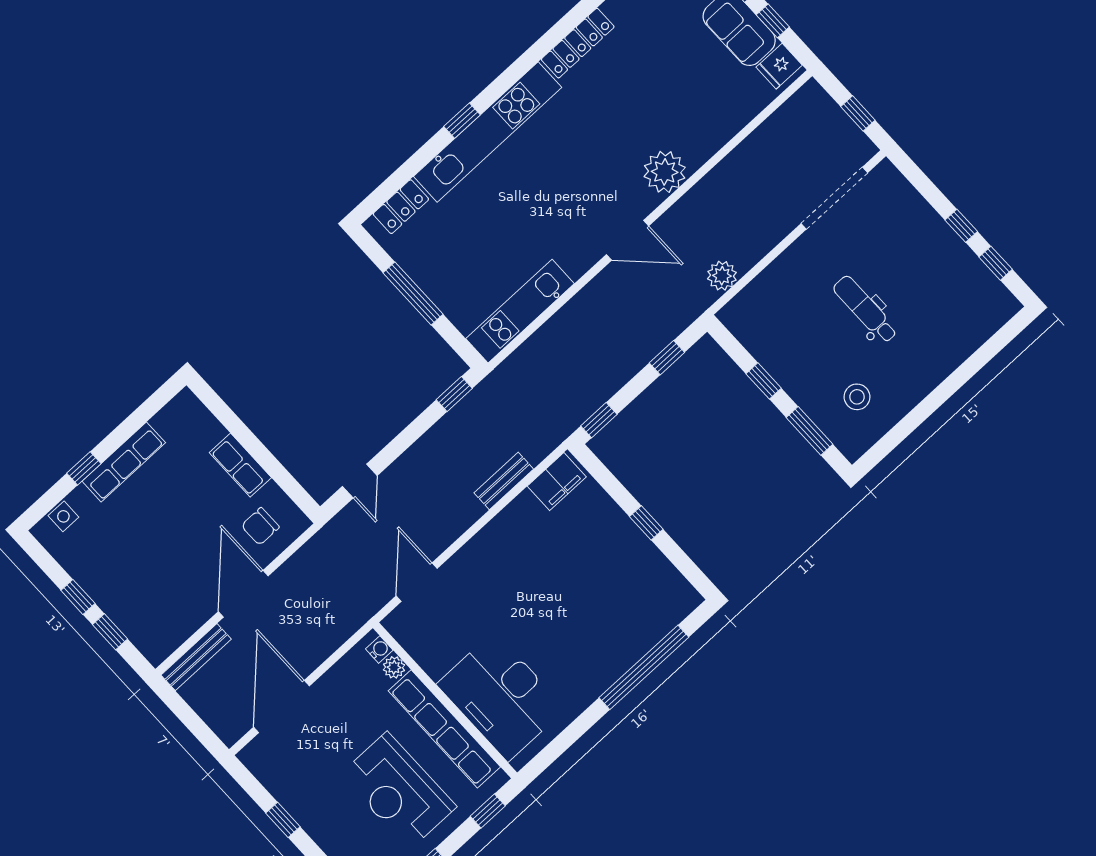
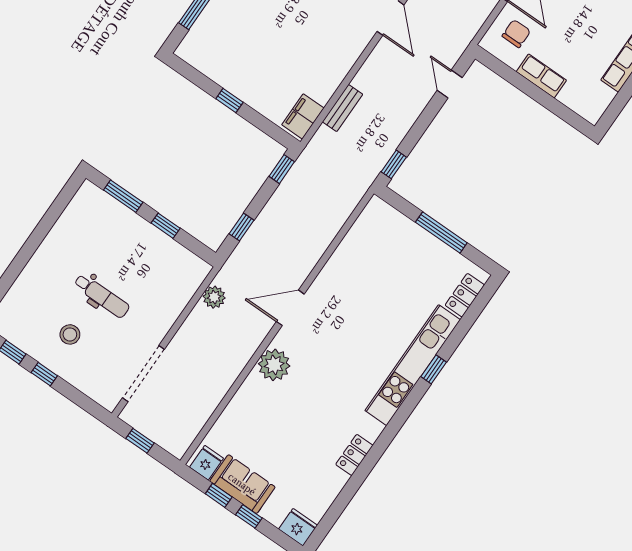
locker: (578, 43) -> (354, 455), width x0.66
kitchen unit: (520, 311) -> (359, 237), removed
stool: (857, 397) -> (70, 334), moved

